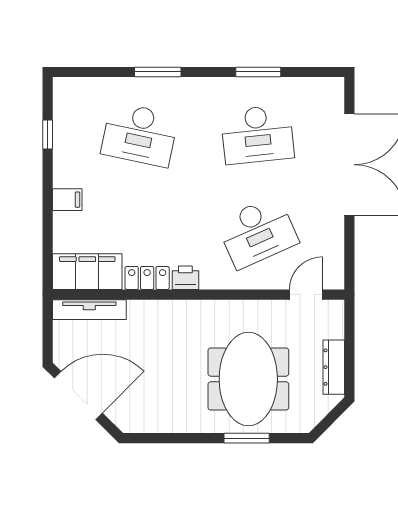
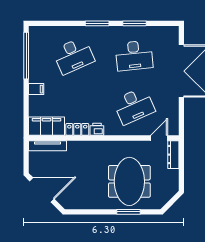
window: (158, 72) -> (97, 23), moved
window: (48, 135) -> (26, 56), width x3.17
desk: (140, 135) -> (73, 56), turned -36
dresser: (334, 367) -> (173, 155), moved

